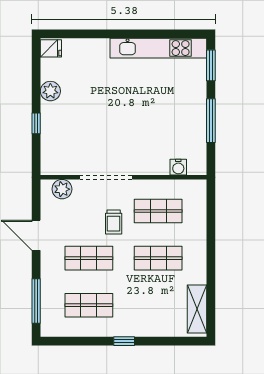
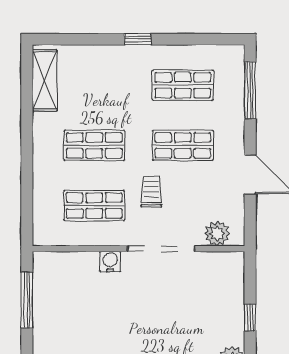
window: (211, 121) -> (27, 300), moved
water cooler: (178, 167) -> (110, 262), moved

